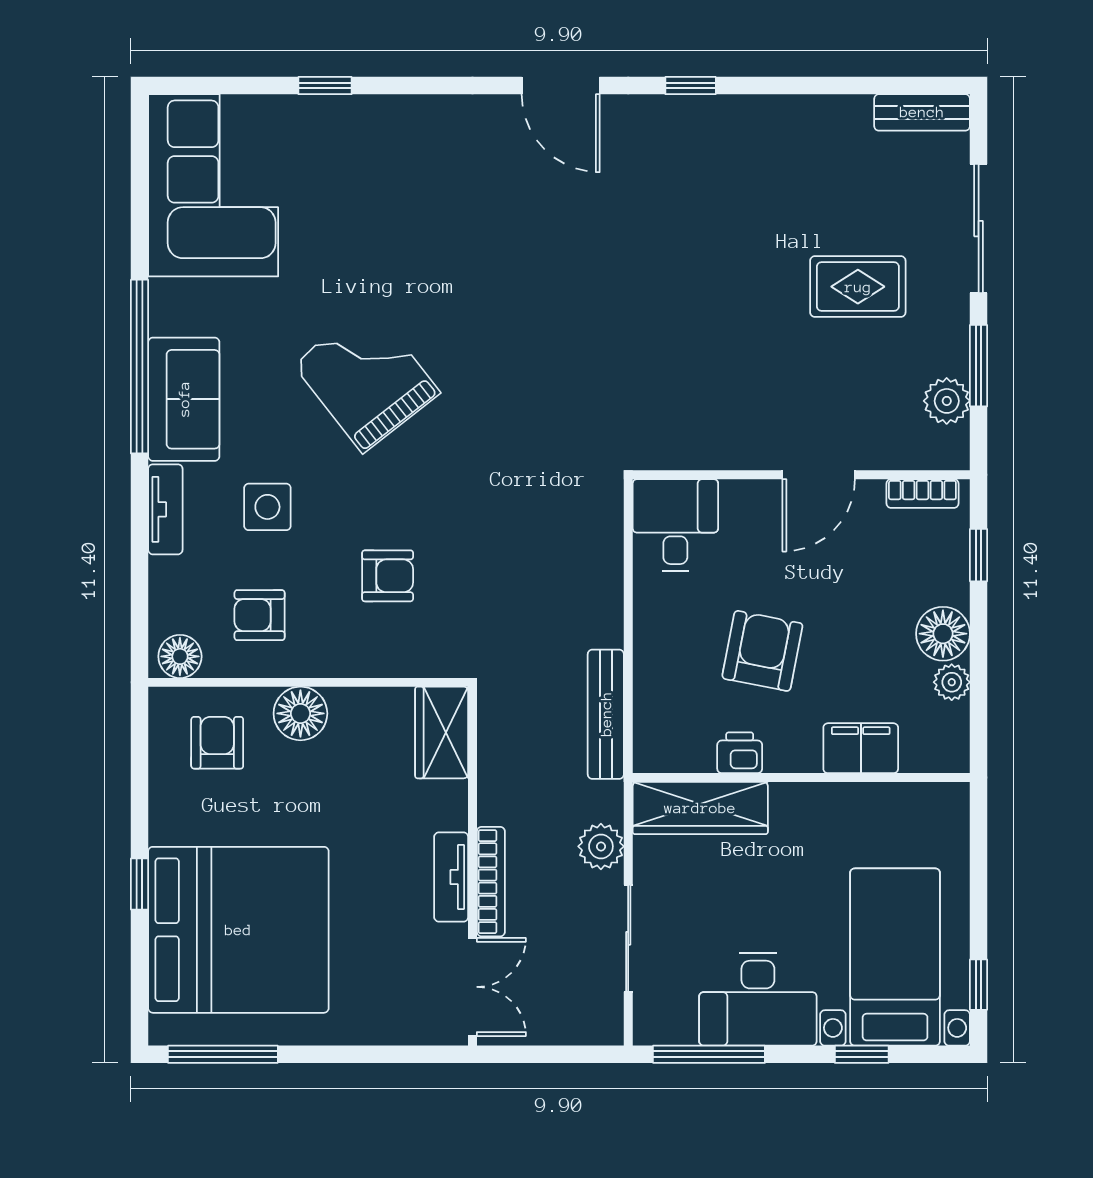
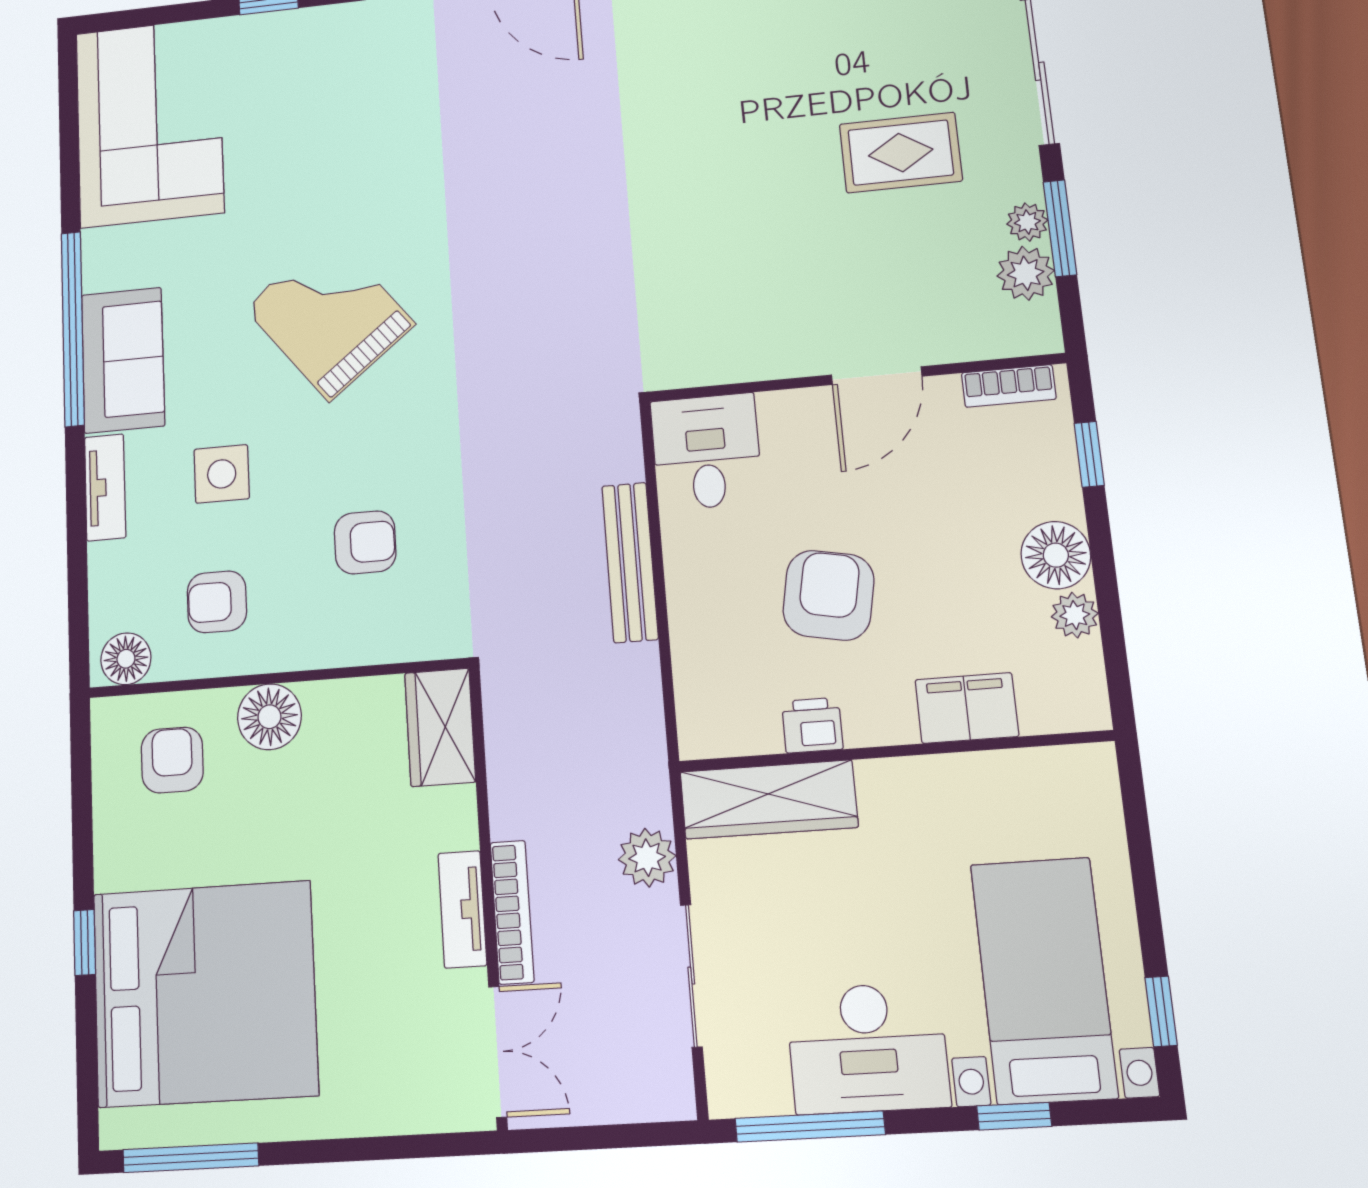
plant: (953, 358) -> (1027, 222), added
bench: (606, 714) -> (630, 562), moved

